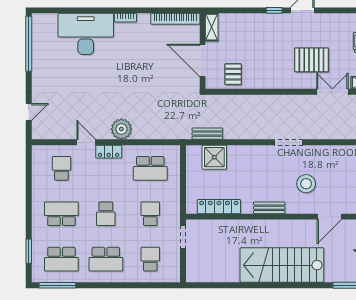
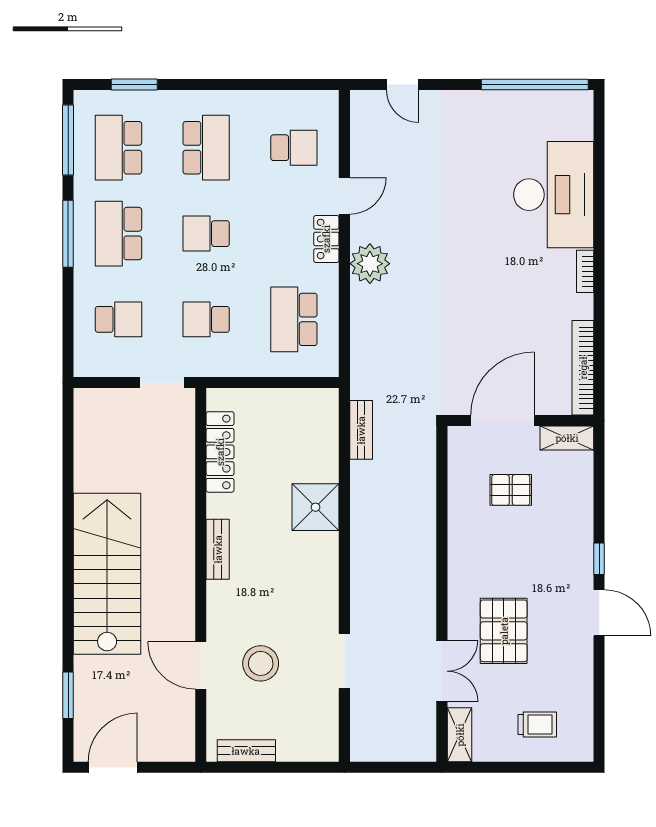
pallet: (233, 74) -> (511, 490), moved
doorway: (288, 142) -> (344, 661), moved
shower: (214, 157) -> (315, 507), moved
stool: (306, 184) -> (261, 663), moved
school desk: (150, 214) -> (206, 319), turned 180
window: (106, 285) -> (68, 234), added

